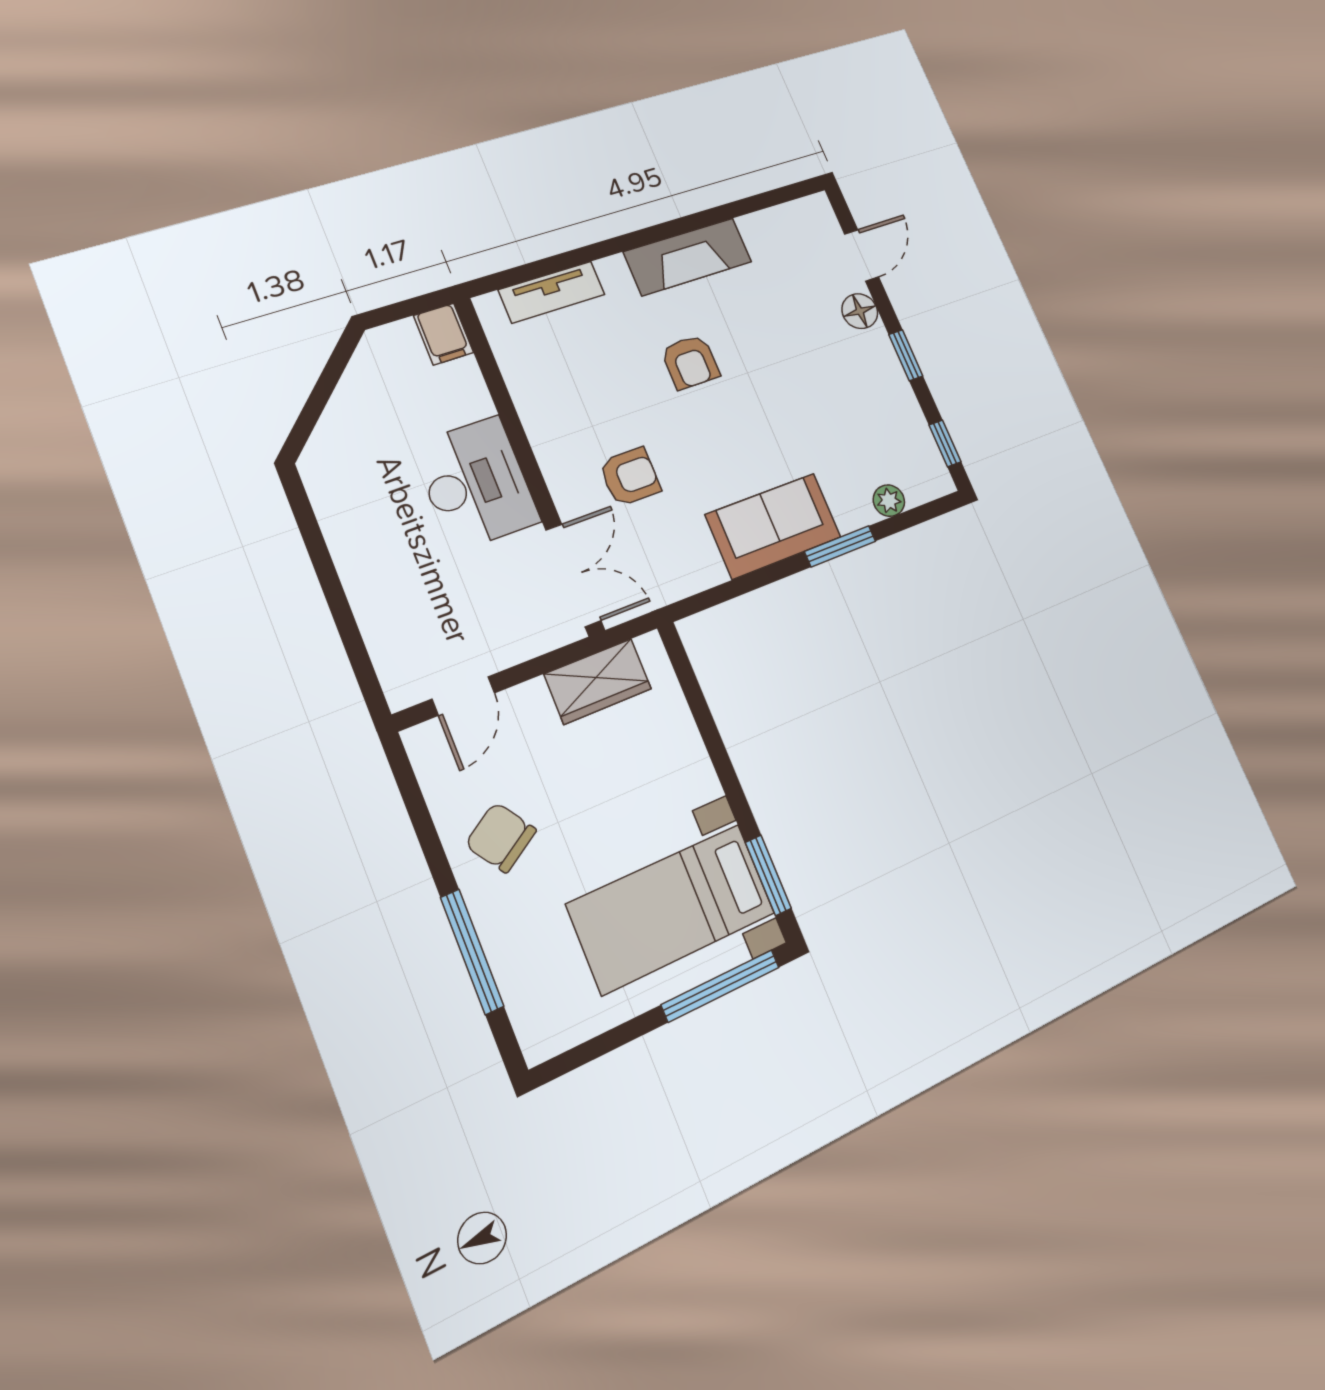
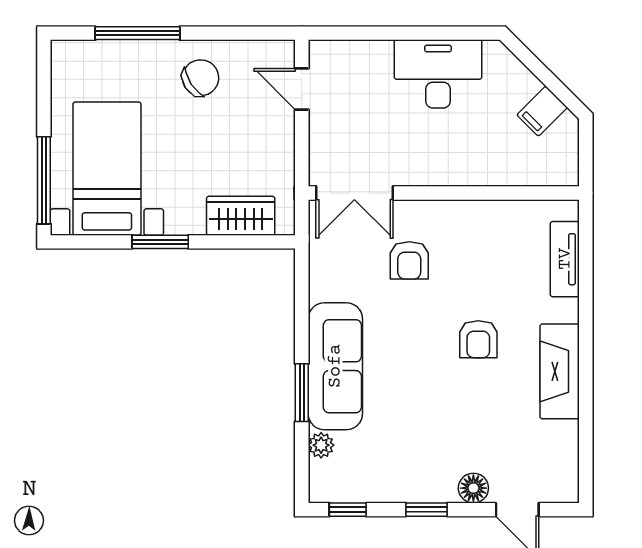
filing cabinet: (444, 334) -> (542, 111), moved, turned -45
armchair: (690, 362) -> (478, 339), turned -90
desk: (476, 484) -> (438, 74), moved, turned 180
sofa: (773, 526) -> (335, 366), width x1.36
wardrobe: (598, 681) -> (241, 216), moved, turned 90
window: (768, 875) -> (160, 242), moved

